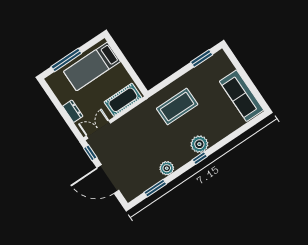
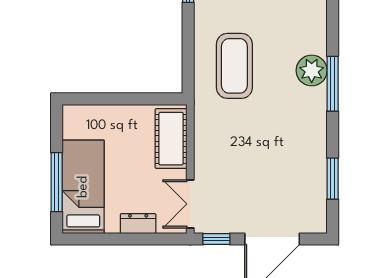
bed: (92, 66) -> (83, 187), moved, turned 180
window: (200, 158) -> (333, 84), width x2.17
plant: (167, 168) -> (315, 142), removed

